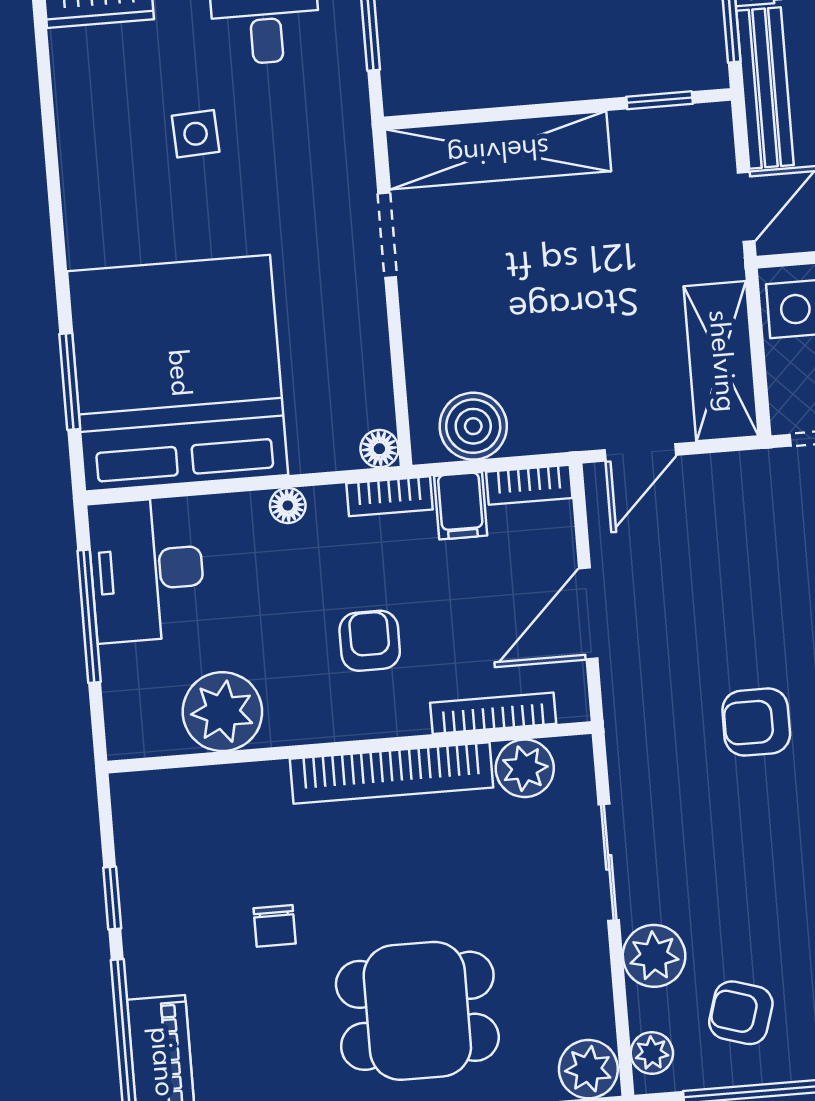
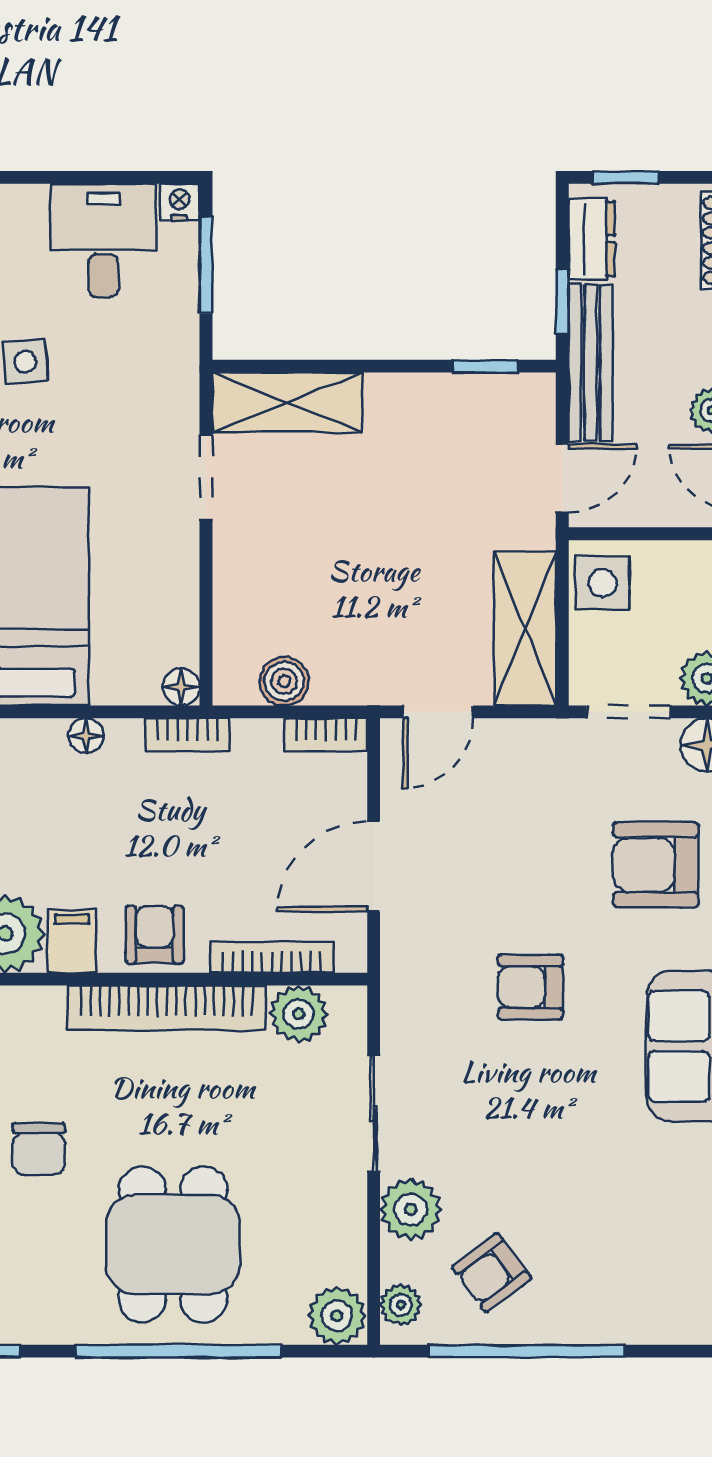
shelving: (498, 150) -> (287, 402), width x0.68
boiler: (473, 426) -> (284, 681), width x0.73, depth x0.73
filing cabinet: (461, 506) -> (72, 941), moved, turned 180
armchair: (370, 641) -> (155, 935), moved
chair: (275, 926) -> (39, 1149), width x1.37, depth x1.37
dining table: (417, 1011) -> (173, 1244), turned 90
armchair: (741, 1013) -> (492, 1273), turned -54

